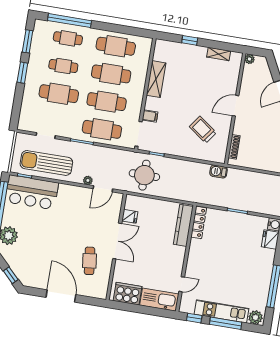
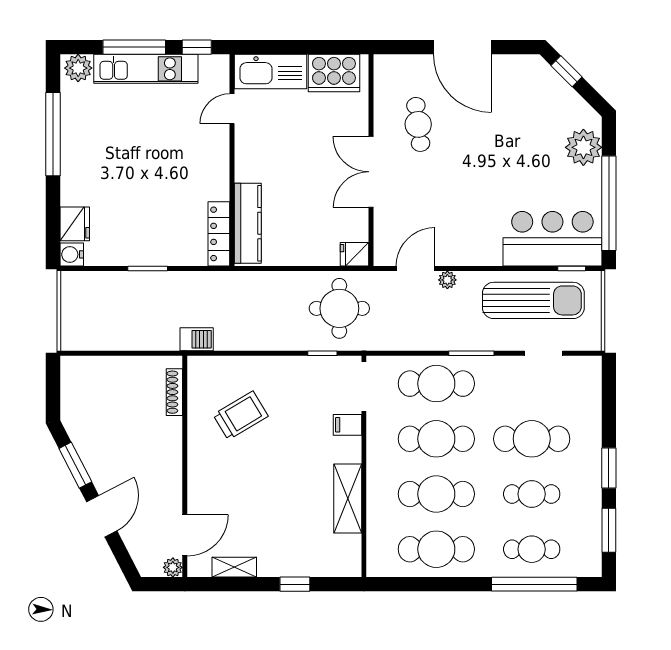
door: (236, 106) -> (185, 535), moved
trolley: (203, 130) -> (241, 415), turned -67
fridge: (130, 216) -> (354, 254), moved

